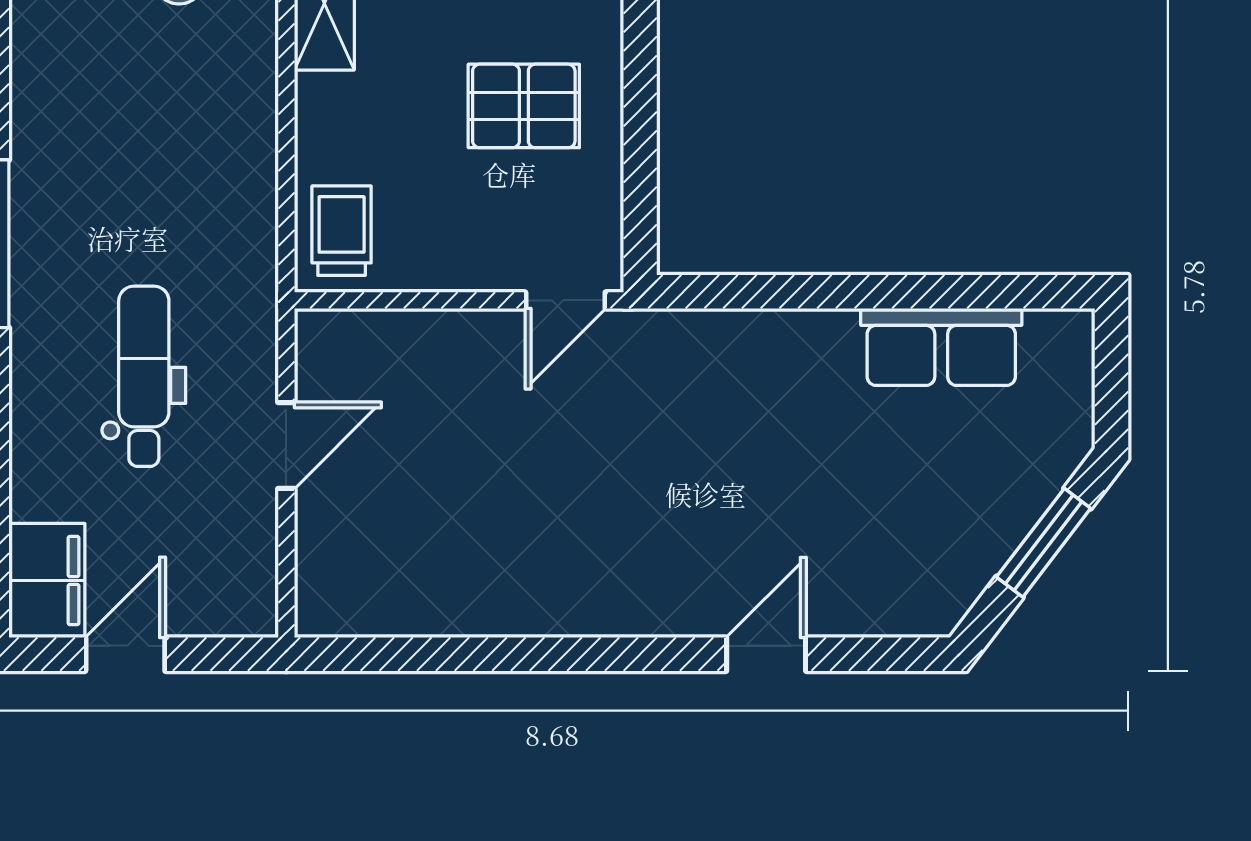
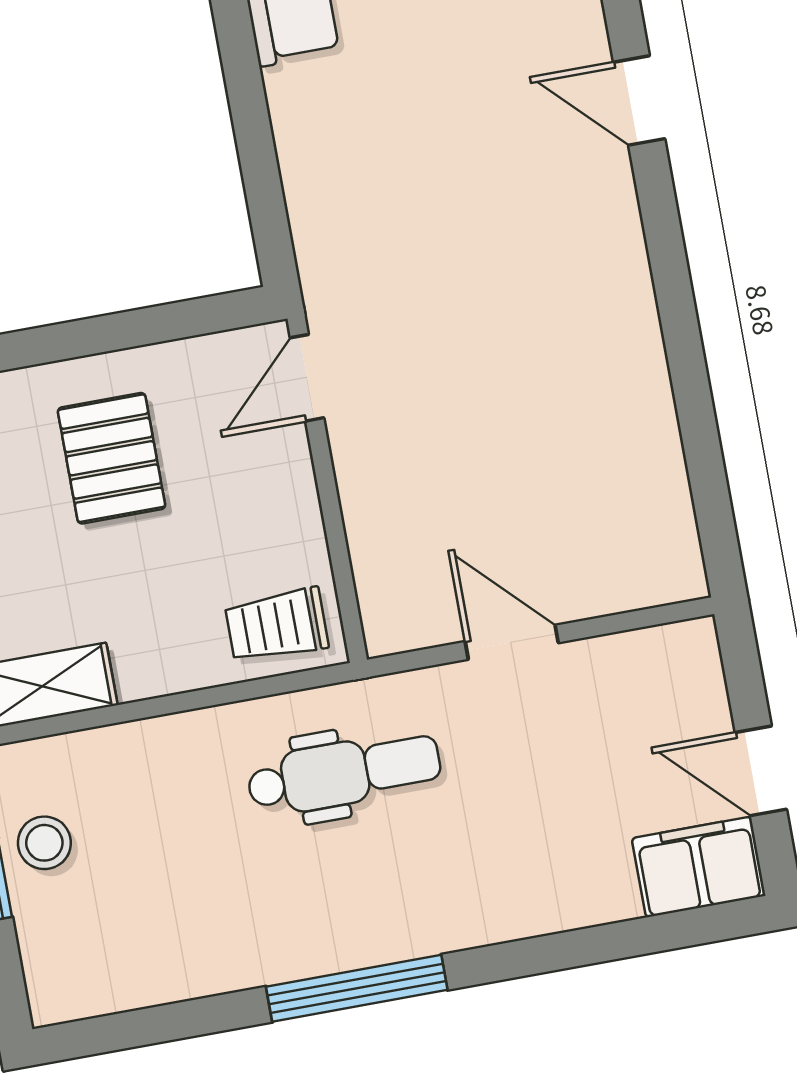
door: (565, 300) -> (307, 378), swing flipped
dental chair: (144, 376) -> (344, 773), moved, turned 180

